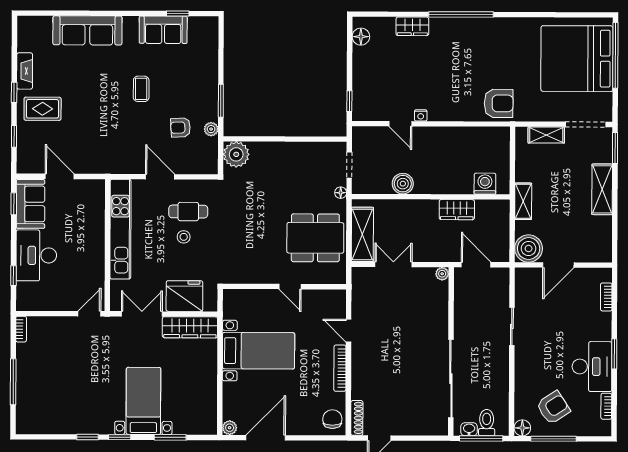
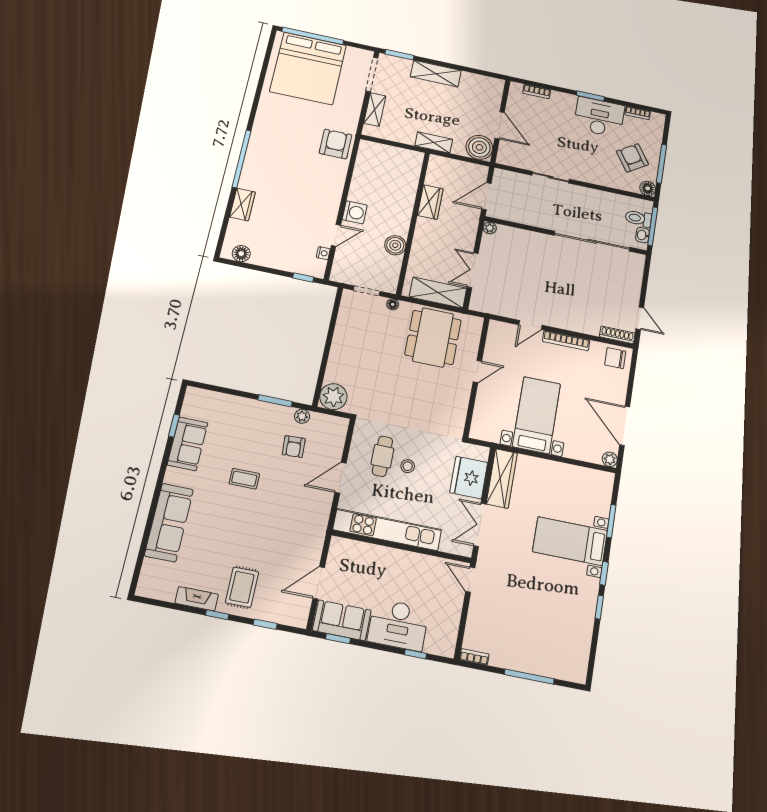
nightstand: (421, 115) -> (323, 253), moved
washing machine: (485, 184) -> (355, 212), moved, turned 180

